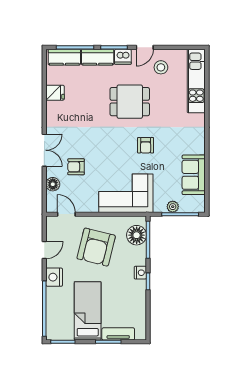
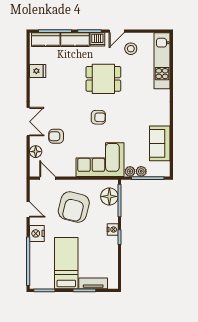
armchair: (146, 145) -> (98, 117), moved, turned -89
plant: (160, 207) -> (130, 171), added
door: (44, 250) -> (28, 210), hinge flipped

